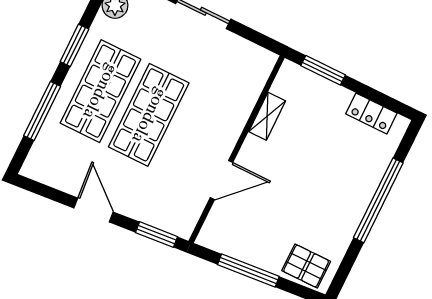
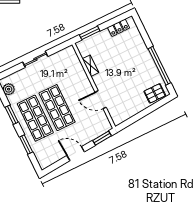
window: (42, 111) -> (26, 145), width x0.69
door: (222, 180) -> (101, 100), swing flipped
window: (378, 200) -> (159, 66), moved
window: (248, 270) -> (140, 115), removed

